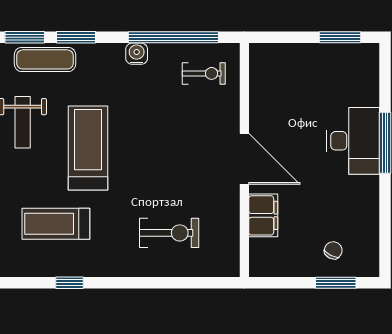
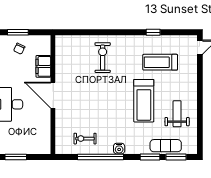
door: (244, 159) -> (53, 95), moved
wall: (244, 160) -> (53, 95), moved
filing cabinet: (263, 215) -> (43, 66), moved
treadmill: (56, 224) -> (160, 62), turned 180
exercise bike: (169, 233) -> (103, 58), turned 90

